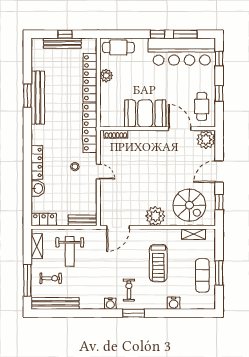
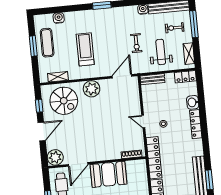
door: (180, 129) -> (78, 164), hinge flipped
spiral stairs: (189, 205) -> (64, 101), turned 180
exercise bike: (129, 290) -> (136, 43), moved
water cooler: (174, 303) -> (59, 18), moved
water cooler: (110, 304) -> (143, 9), moved

